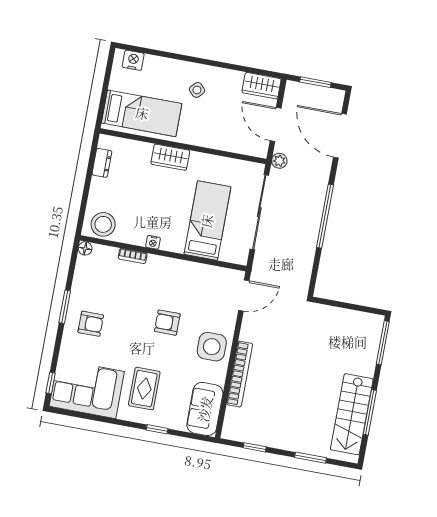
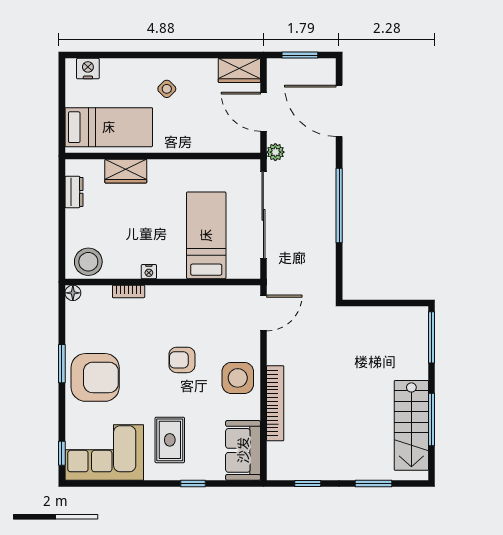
wardrobe: (170, 157) -> (126, 171), moved
armchair: (91, 324) -> (95, 377), width x1.88, depth x1.88

